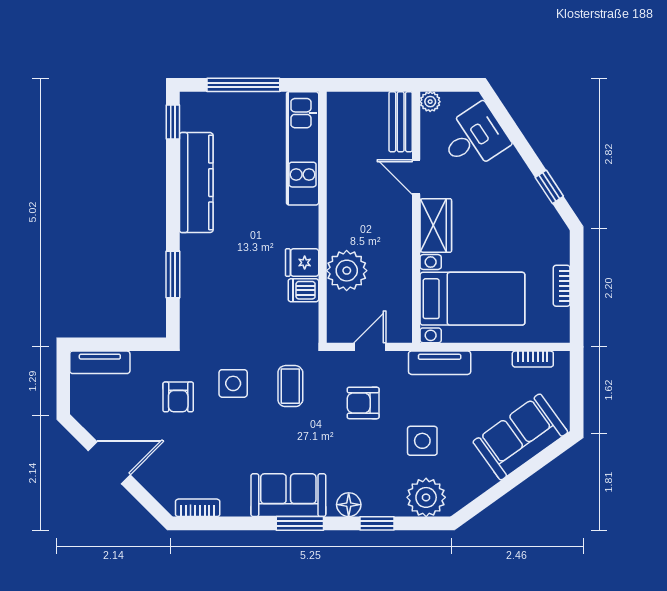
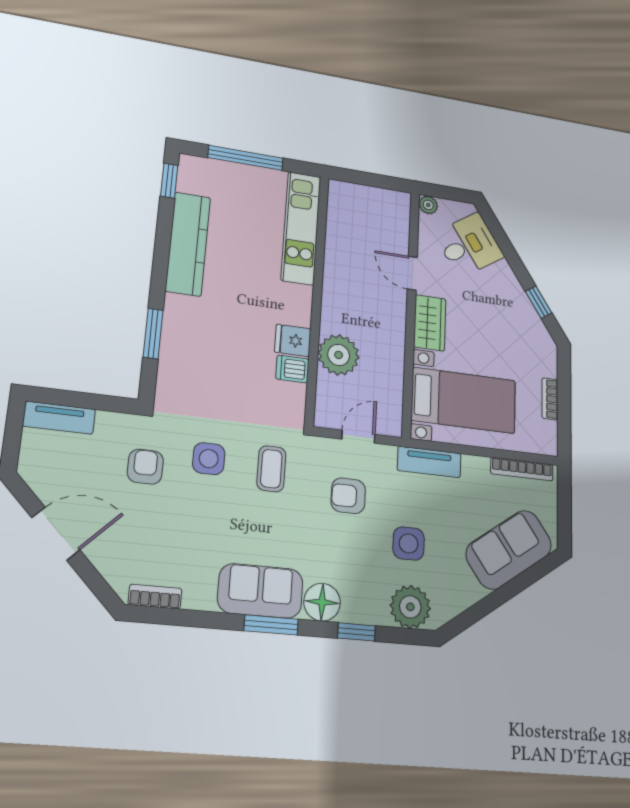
bench: (401, 122) -> (399, 219), removed
bookcase: (533, 359) -> (522, 469), width x1.56
armchair: (178, 397) -> (145, 467), turned 180
floor lamp: (349, 505) -> (322, 602), width x1.38, depth x1.38

